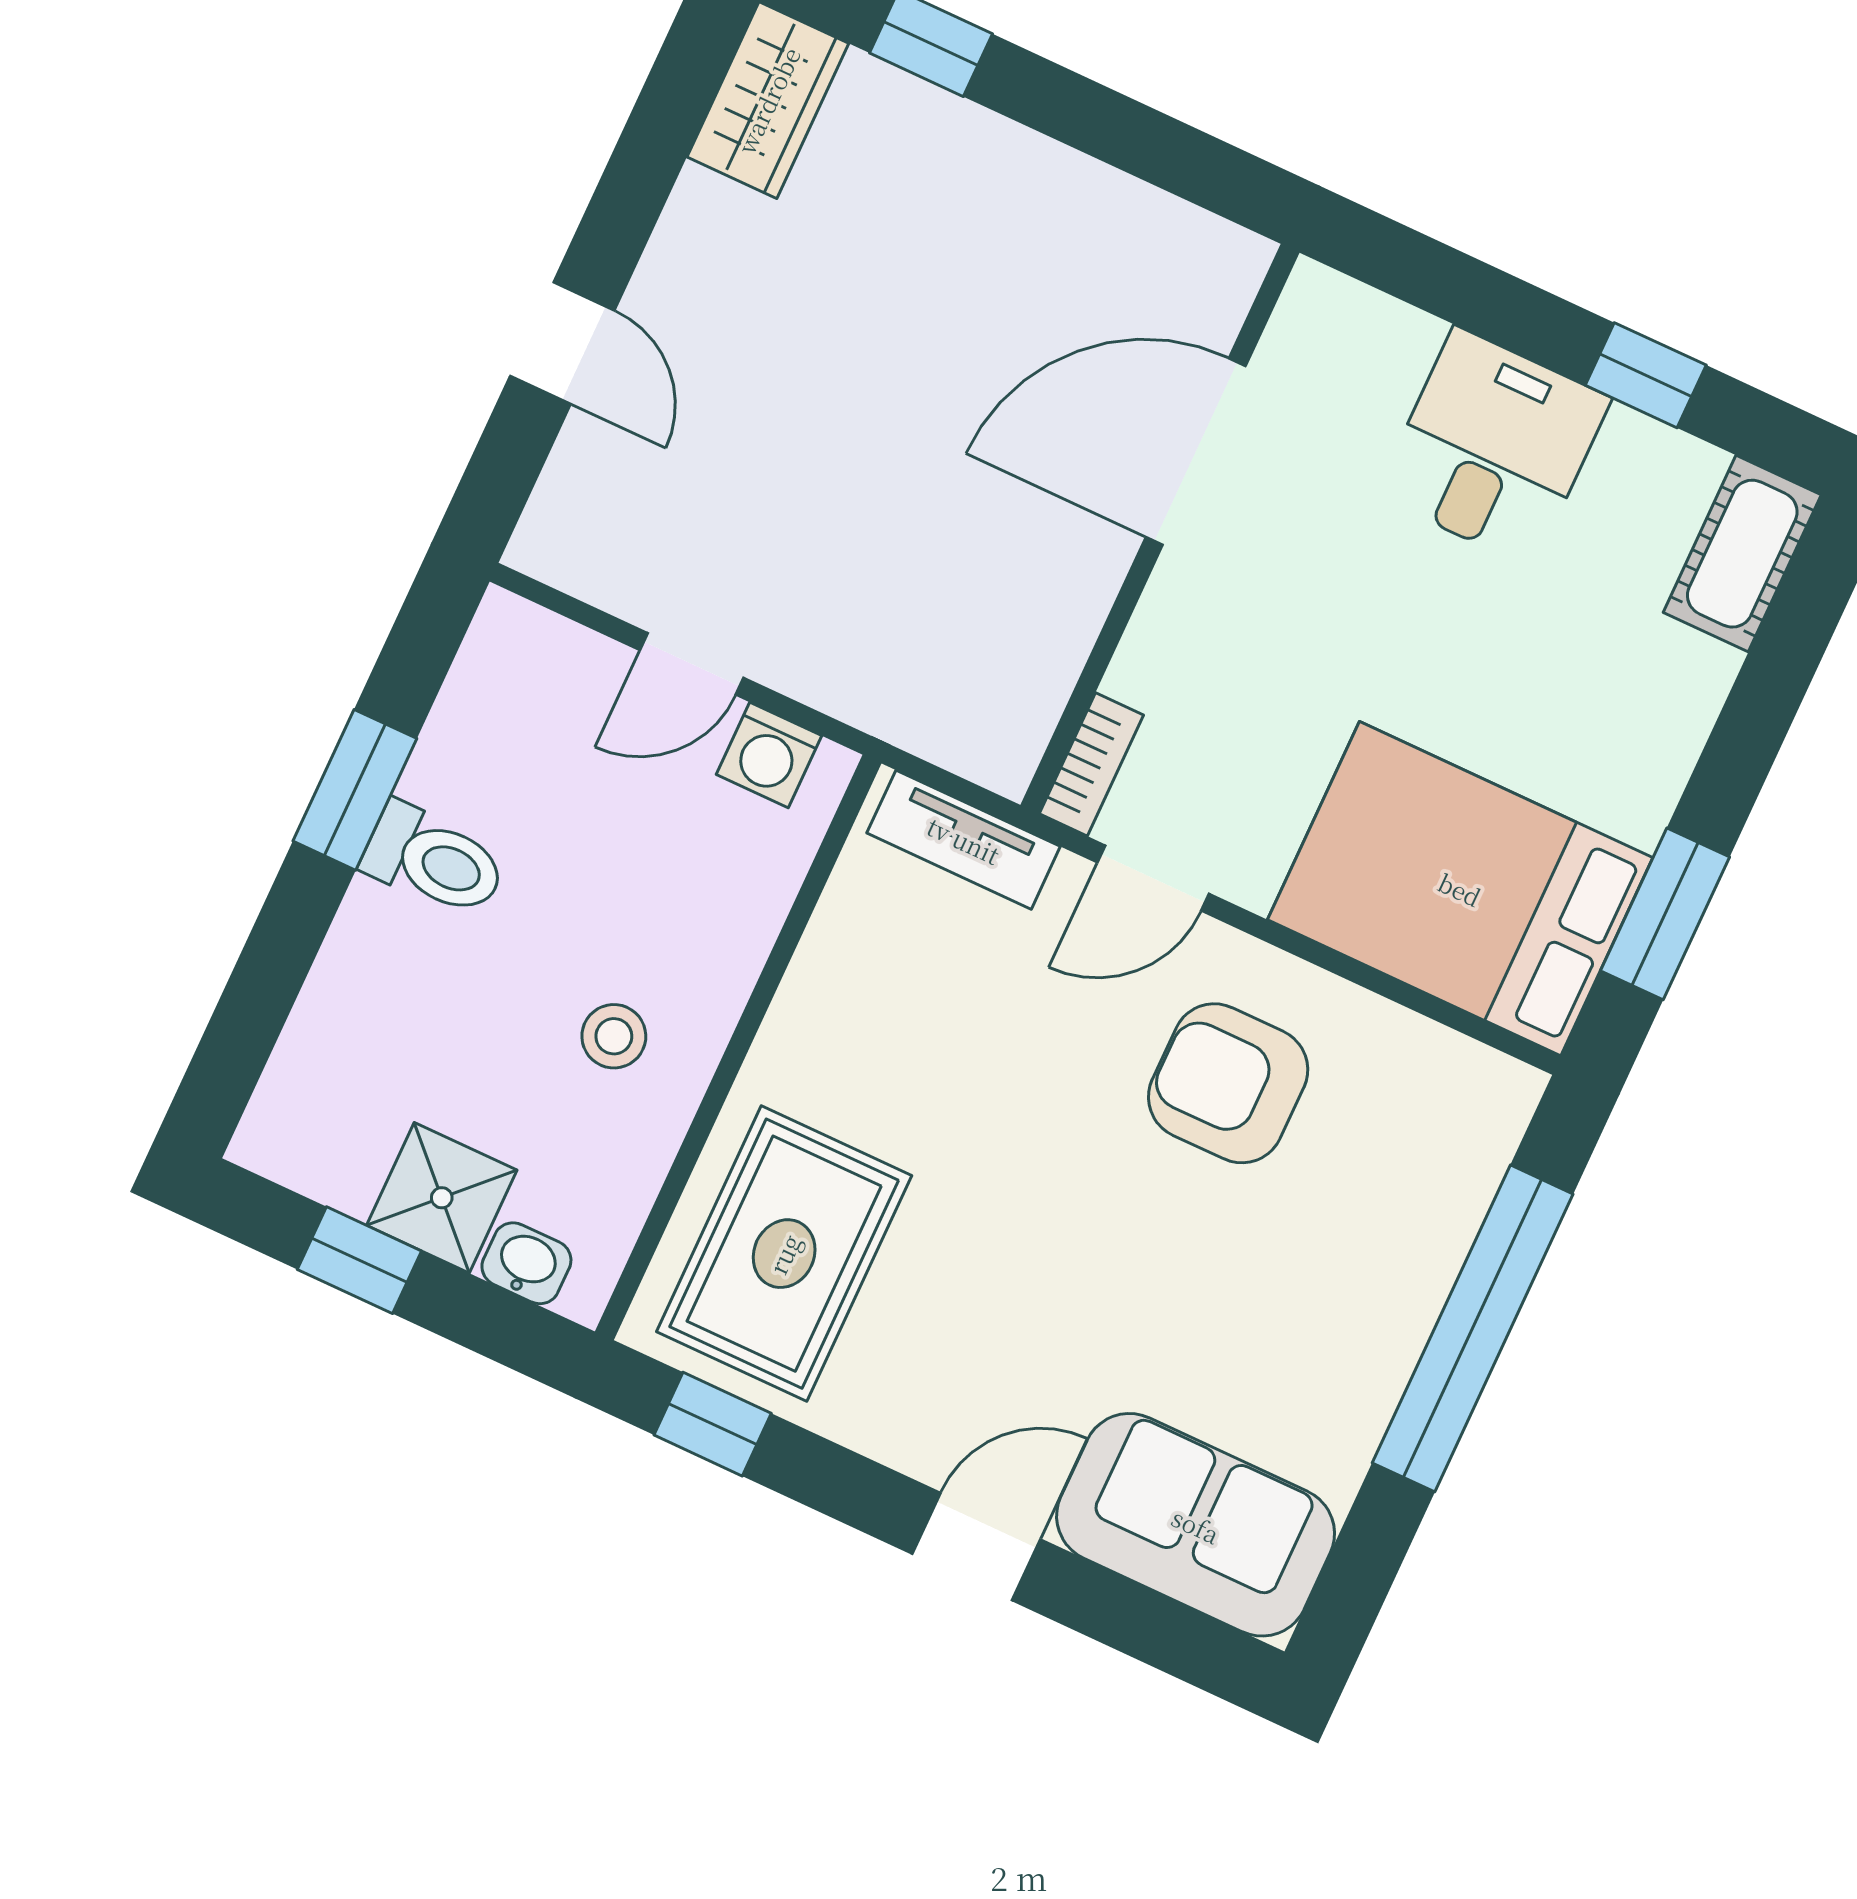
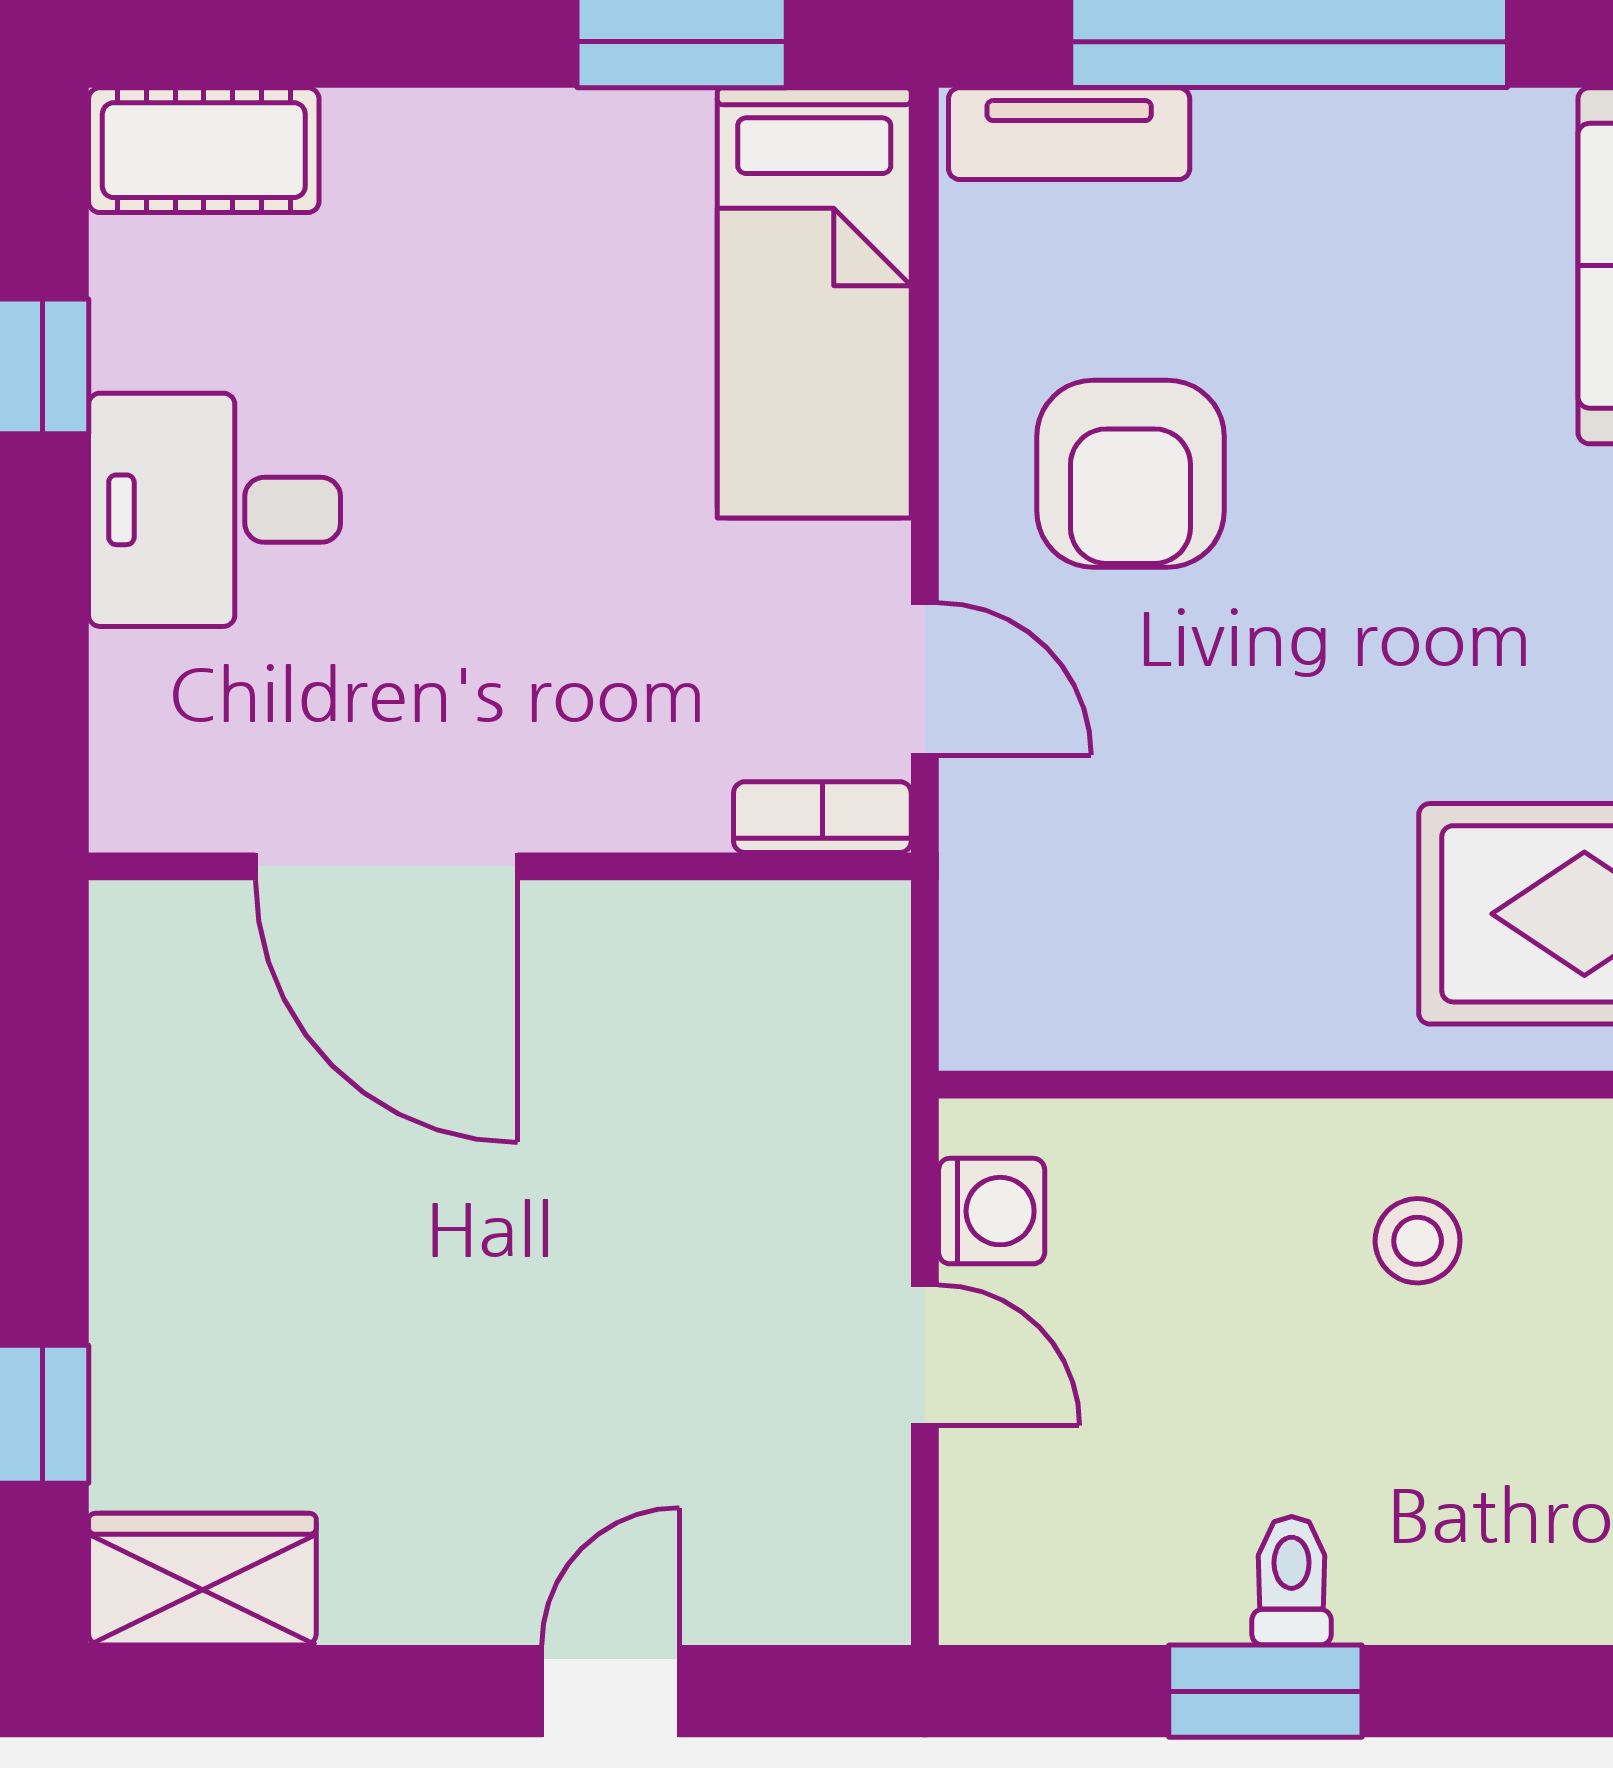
tv unit: (964, 840) -> (1069, 134), moved, turned 90
toilet: (434, 860) -> (1292, 1581), width x0.73, depth x0.72
bed: (1460, 889) -> (814, 303), width x0.67

